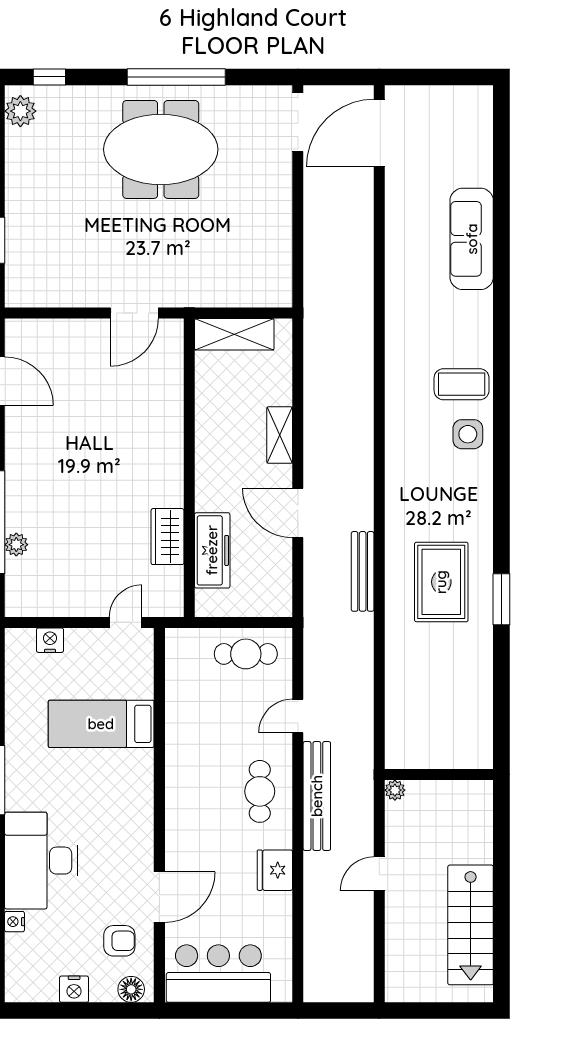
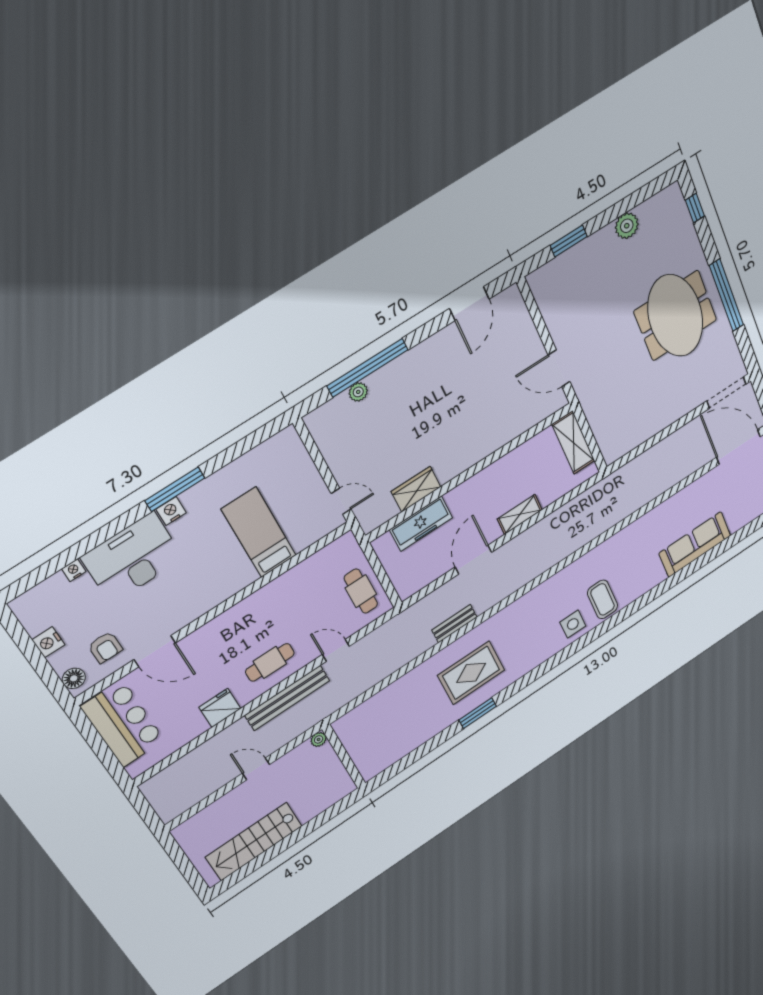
plant: (20, 111) -> (627, 226), moved
bench: (363, 571) -> (454, 624), width x0.73
nightstand: (50, 640) -> (171, 511), moved, turned -90

